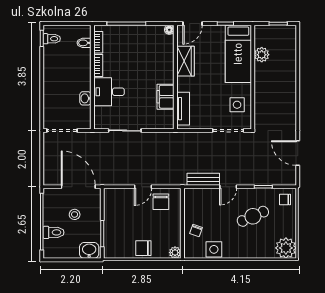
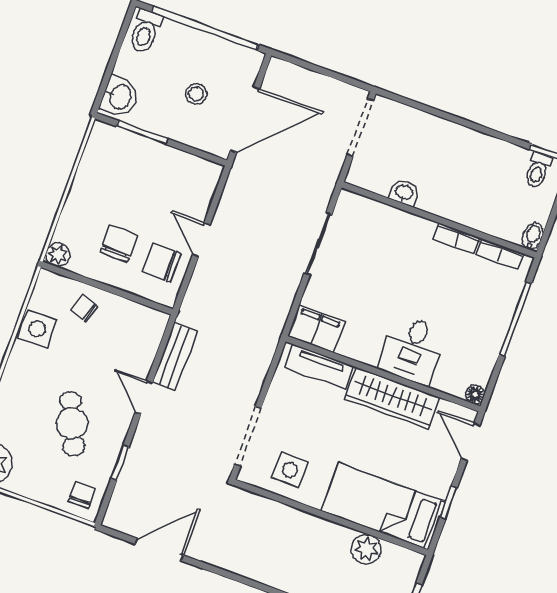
bidet: (84, 43) -> (533, 236), moved
wardrobe: (185, 61) -> (392, 398), width x1.50
desk: (109, 92) -> (412, 350), moved, turned 180
filing cabinet: (166, 97) -> (317, 329), moved
toilet: (54, 232) -> (145, 31), moved
chair: (143, 248) -> (119, 244), moved

